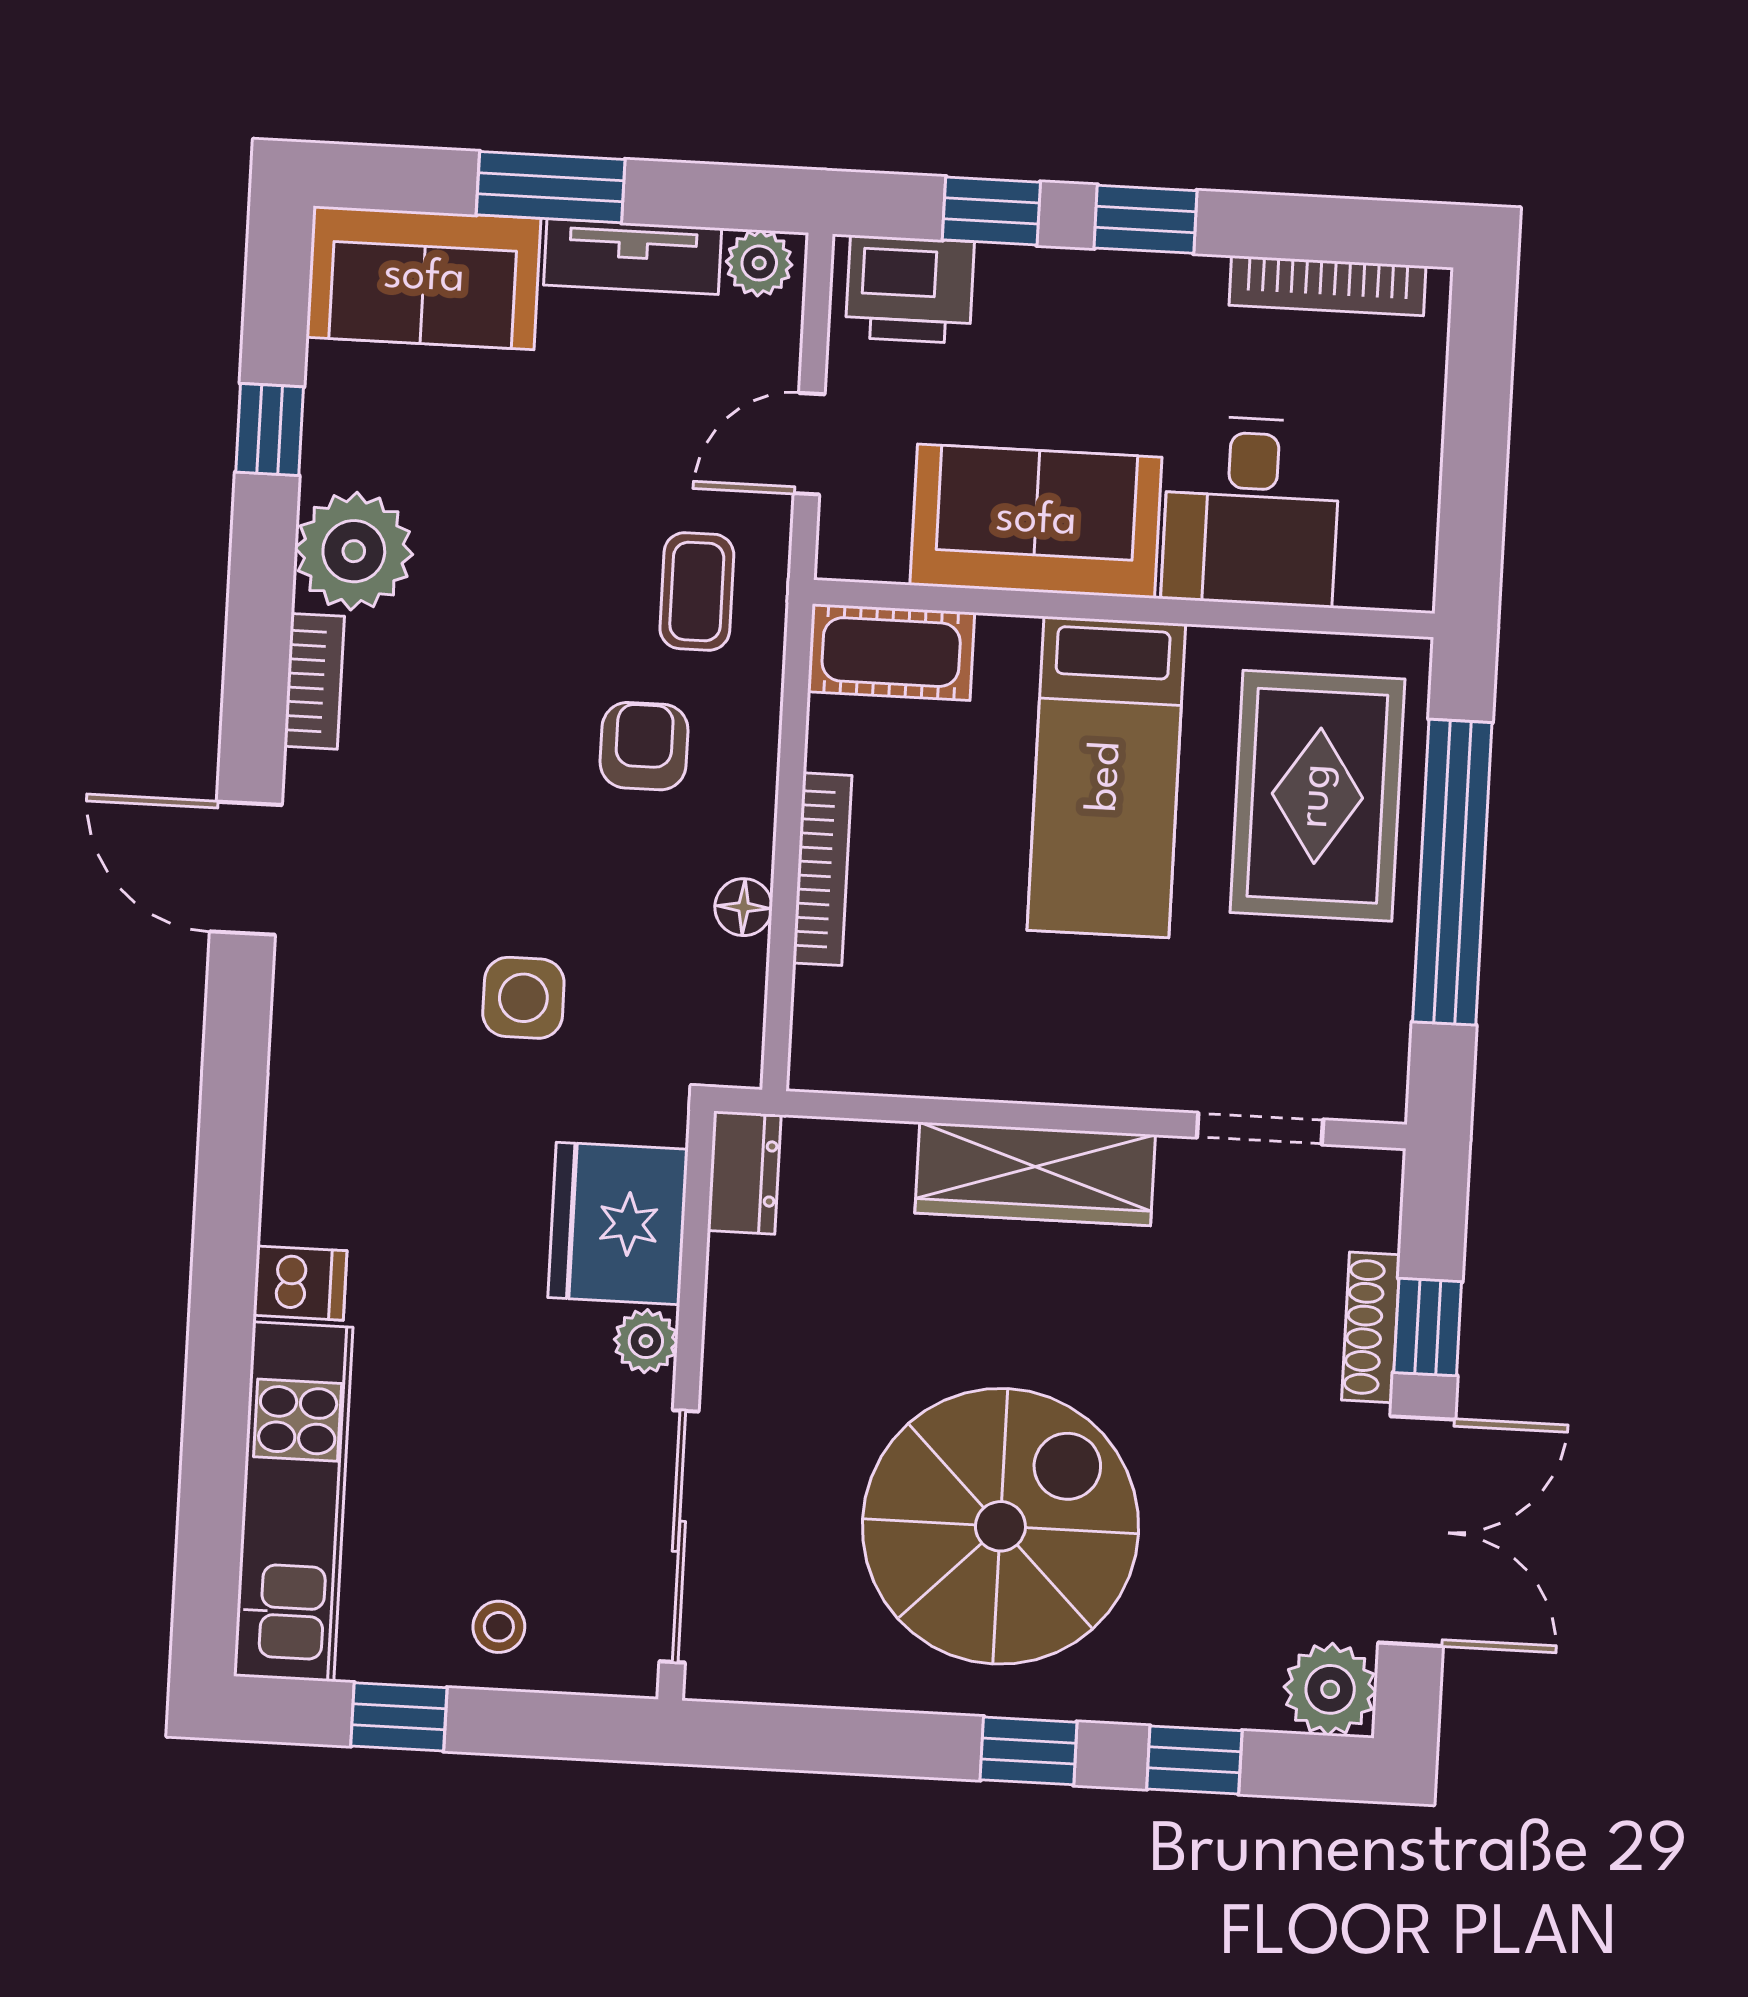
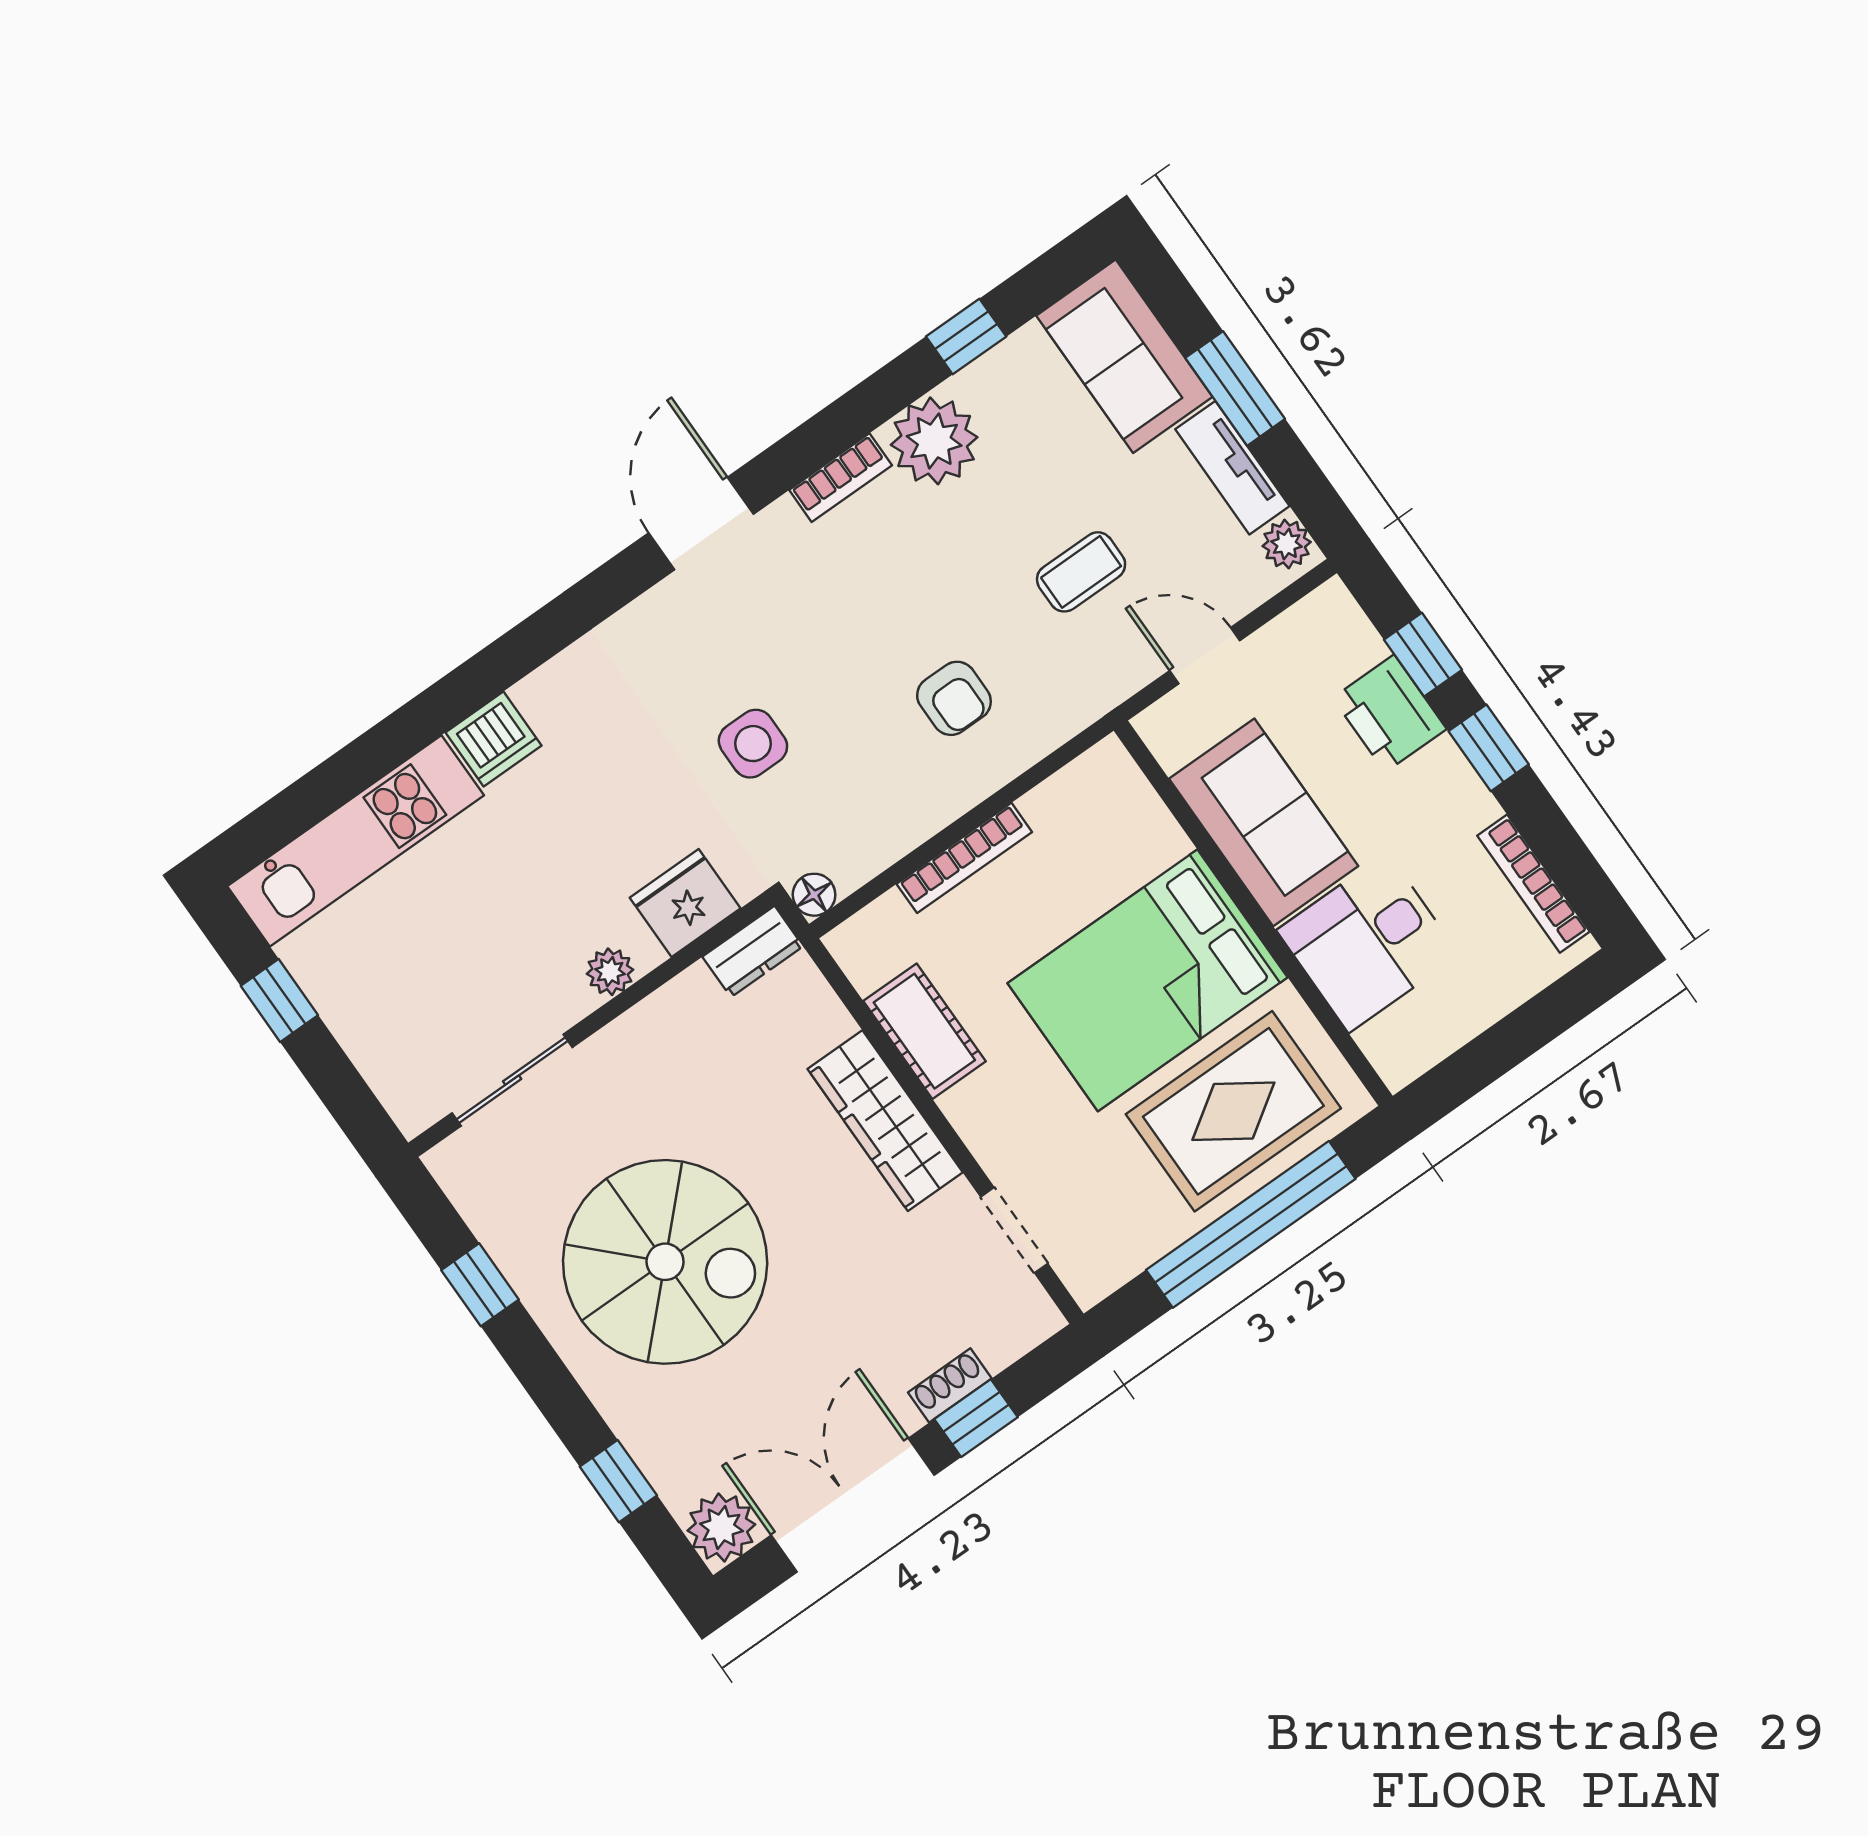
printer: (910, 289) -> (1390, 713), moved
coffee table: (697, 591) -> (1081, 572), moved
cot: (891, 652) -> (924, 1031), moved
armchair: (644, 746) -> (954, 698), turned 90
bed: (1106, 777) -> (1148, 980), width x1.50
floor lamp: (744, 907) -> (814, 895), moved
fridge: (618, 1223) -> (685, 903), width x0.73, depth x0.75
dishwasher: (300, 1283) -> (493, 739), width x1.38
shoe rack: (1371, 1327) -> (950, 1385), width x0.70
double door: (1417, 1531) -> (853, 1505), swing flipped
sliding door: (679, 1536) -> (512, 1080), width x0.73
stool: (499, 1627) -> (377, 1017), removed
window: (1029, 1751) -> (480, 1285), moved

